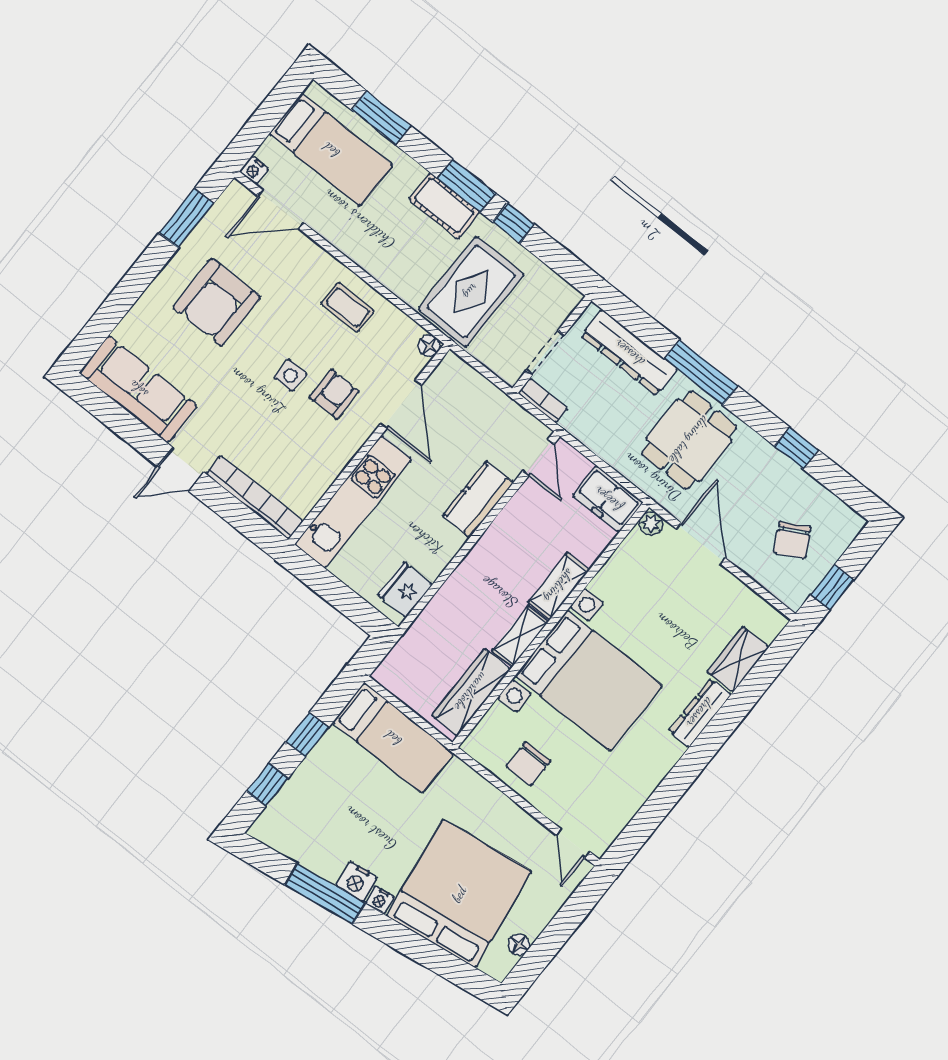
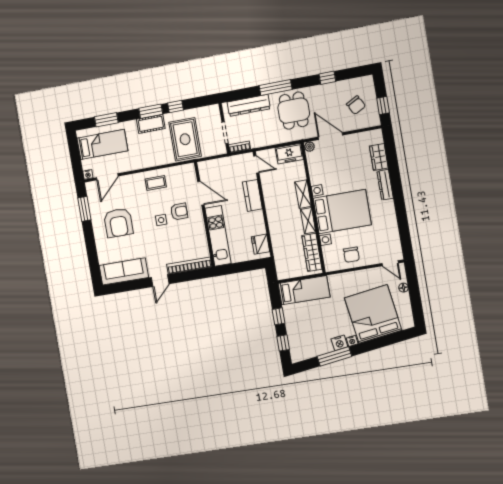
floor lamp: (429, 346) -> (190, 168), removed
armchair: (334, 394) -> (179, 212), turned 90
floor lamp: (519, 944) -> (403, 288), moved

